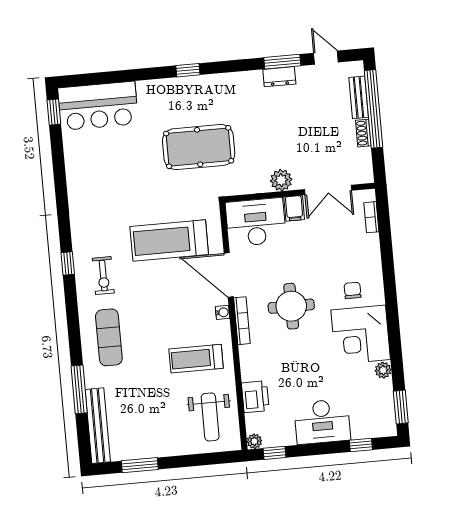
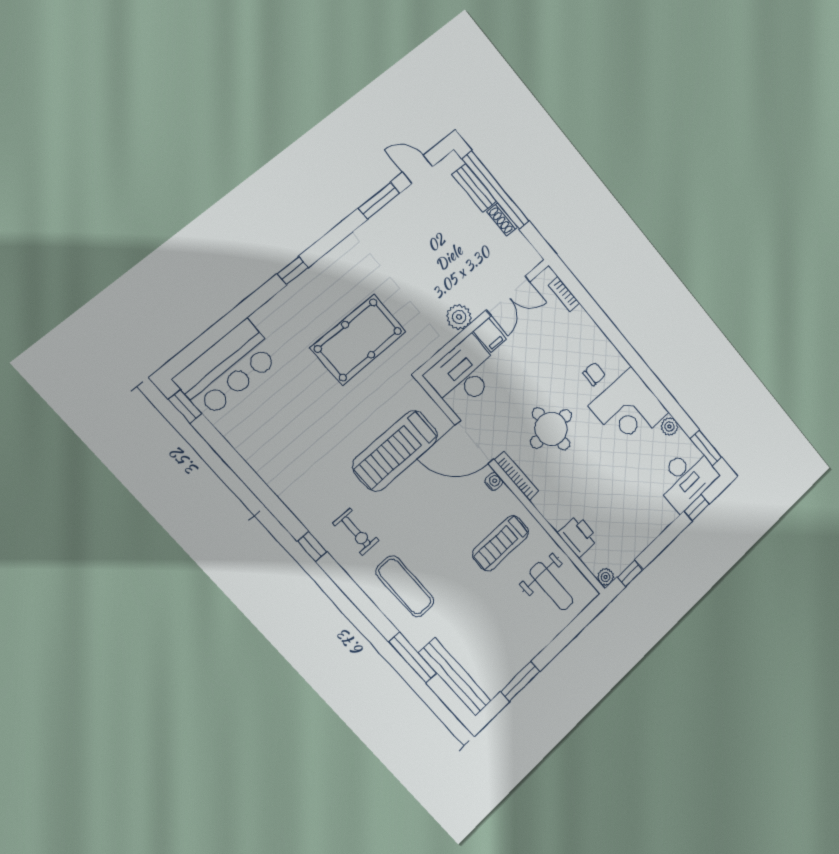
dresser: (279, 77) -> (387, 217), removed
chair: (352, 290) -> (594, 374), turned 90
desk: (322, 422) -> (686, 478), moved

